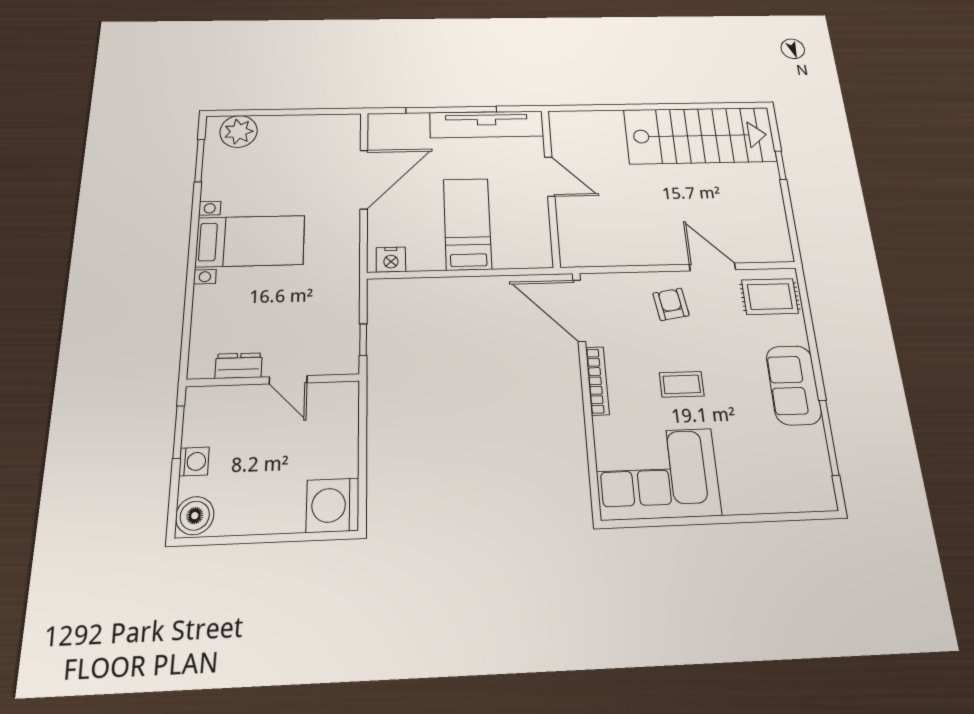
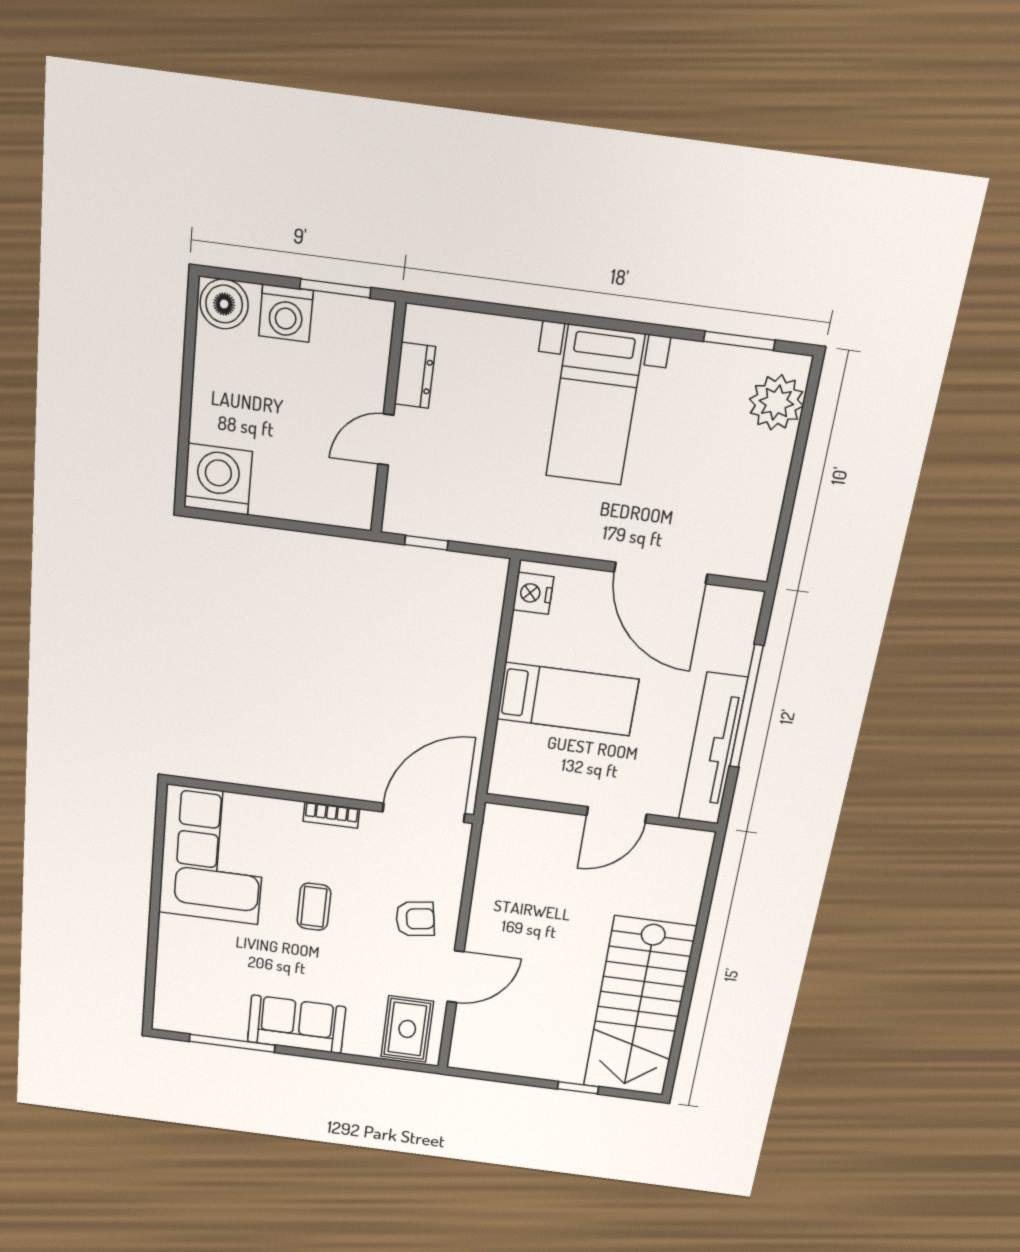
bookcase: (597, 381) -> (331, 815), width x0.64
washing machine: (194, 461) -> (286, 313), width x1.38, depth x1.38

